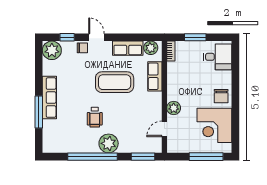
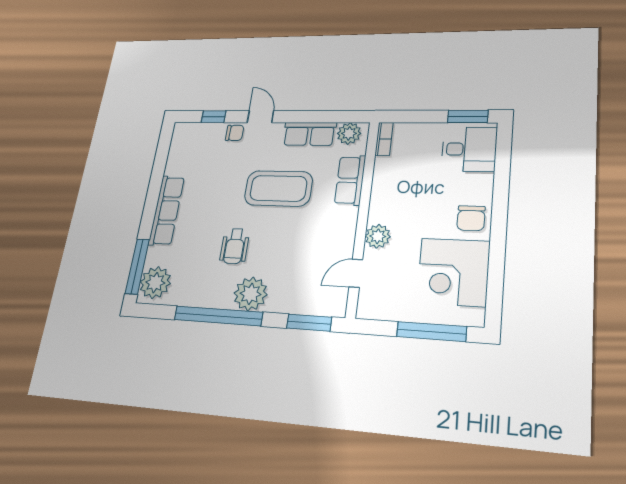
window: (195, 37) -> (468, 116), moved
plant: (52, 50) -> (155, 283), moved
window: (39, 112) -> (137, 266), moved

